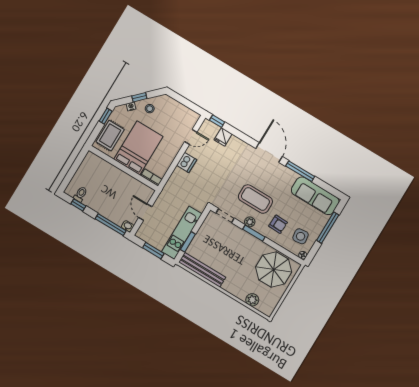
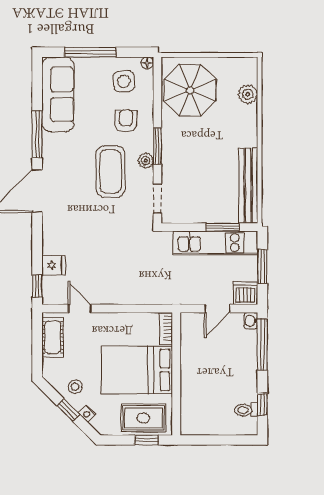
cot: (184, 113) -> (53, 337), added
window: (106, 116) -> (146, 440), moved
dishwasher: (187, 163) -> (245, 293), moved

